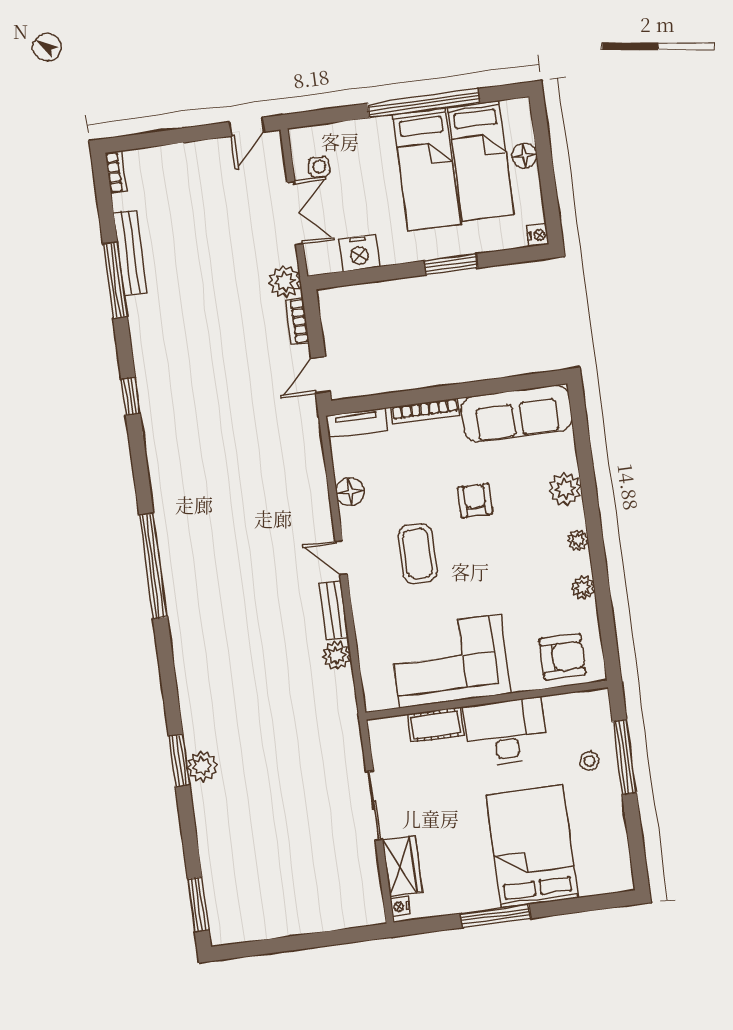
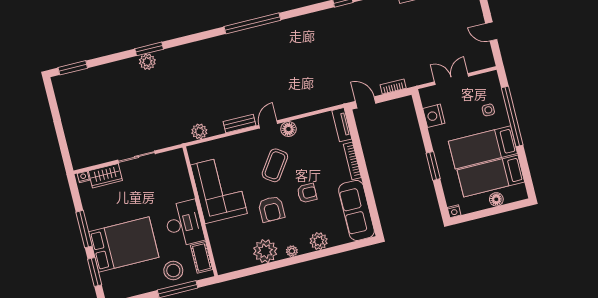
window: (424, 103) -> (512, 116), moved
door: (247, 127) -> (491, 31), moved
side table: (319, 167) -> (488, 110), moved
double door: (295, 213) -> (452, 79), swing flipped
plant: (285, 282) -> (414, 77), removed
floor lamp: (350, 492) -> (288, 129), moved
coffee table: (418, 554) -> (275, 165), turned -55
plant: (583, 588) -> (265, 251), width x1.87, depth x1.87
plant: (336, 655) -> (199, 131), moved
armchair: (562, 657) -> (271, 209), moved
cot: (436, 725) -> (201, 257), moved
stool: (590, 761) -> (173, 271), width x1.89, depth x1.89
window: (576, 905) -> (95, 272), added

